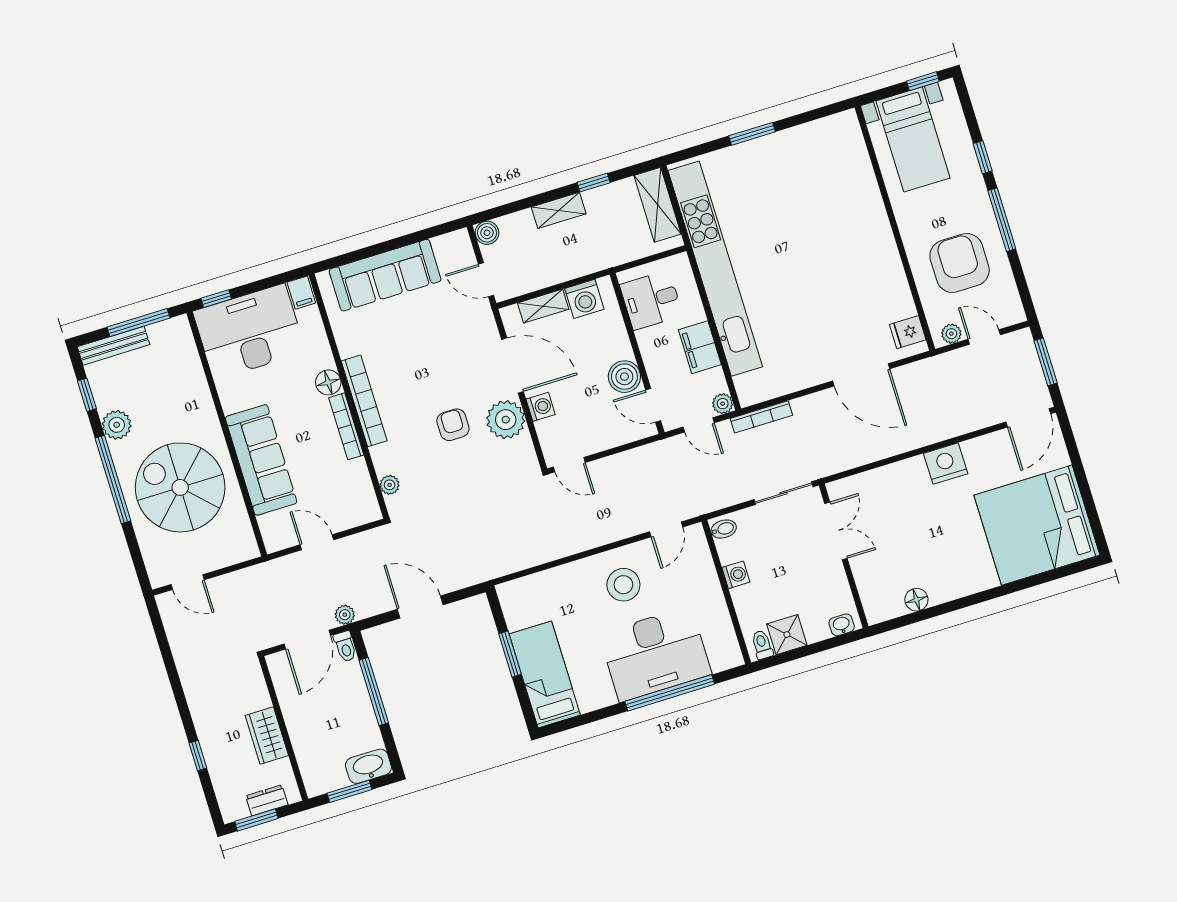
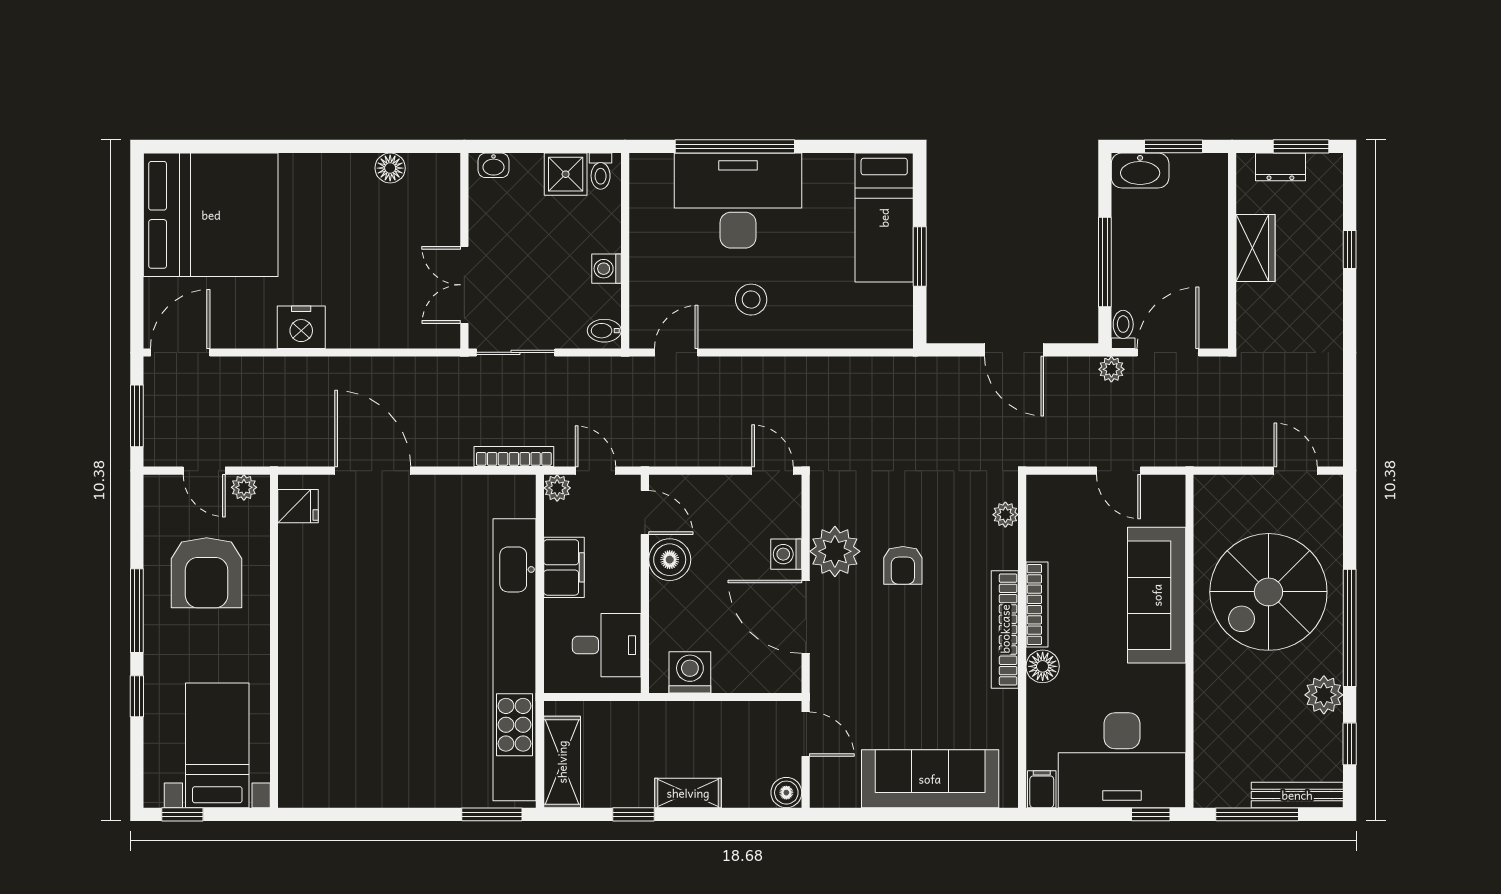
window: (752, 134) -> (492, 814), moved
shelving: (543, 306) -> (744, 679), removed
spiral stairs: (180, 487) -> (1268, 592), turned 90
stool: (623, 585) -> (751, 300), width x0.73, depth x0.73

